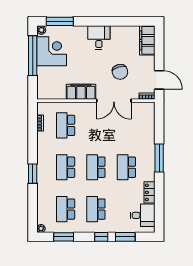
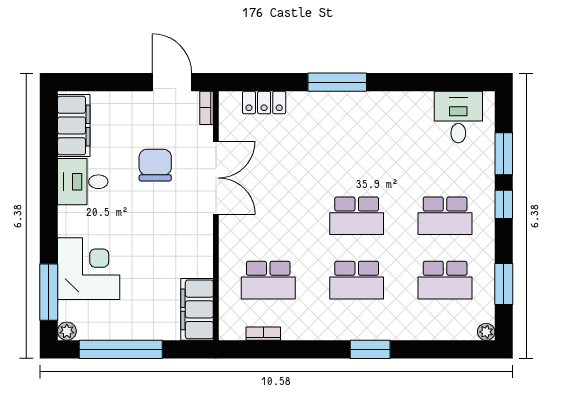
desk: (99, 38) -> (83, 182), moved
filing cabinet: (147, 40) -> (74, 125), moved, turned -90
corner desk: (52, 51) -> (89, 269), moved, turned 90
chair: (120, 72) -> (155, 165), turned -75
door: (159, 80) -> (172, 82), hinge flipped
filing cabinet: (81, 92) -> (197, 309), moved
school desk: (126, 167) -> (357, 151), removed
locker: (150, 192) -> (264, 102), moved

